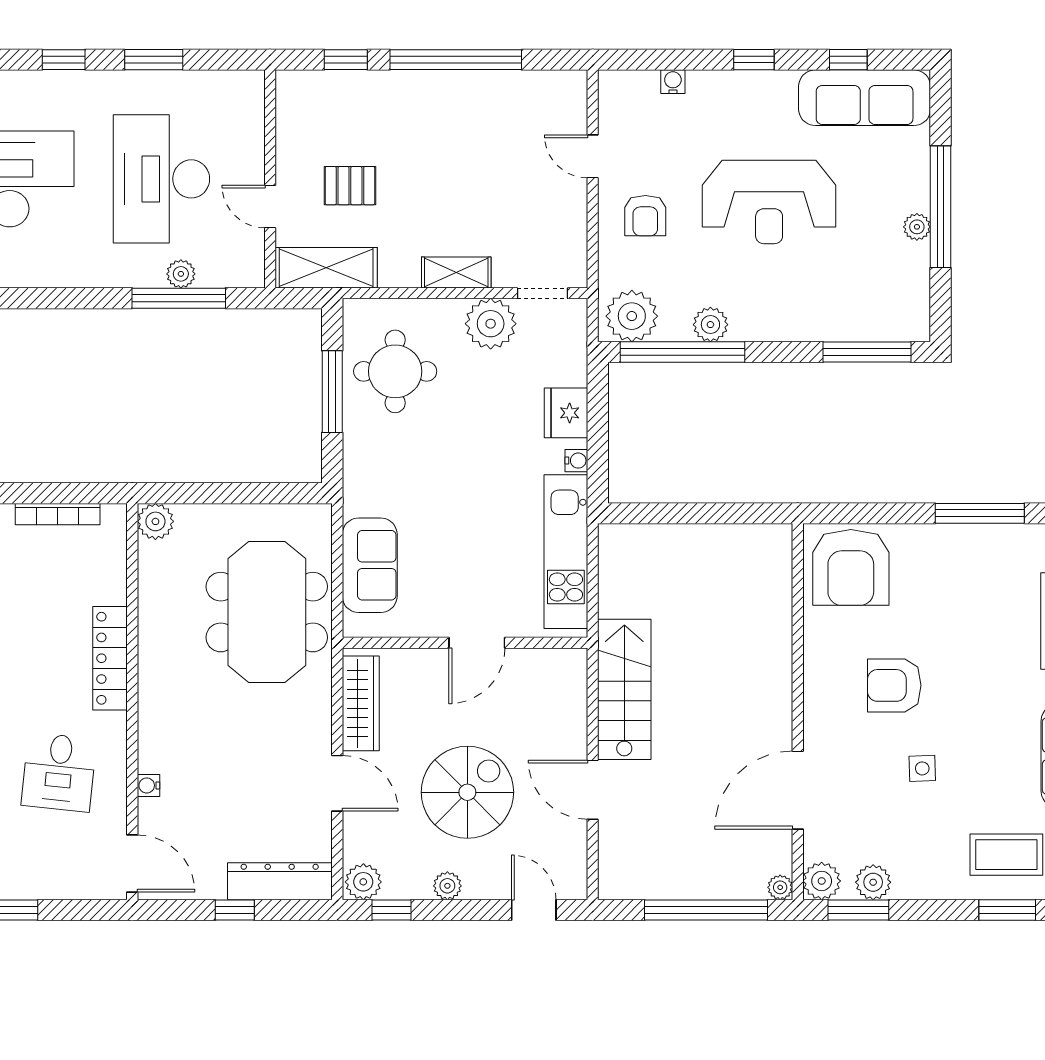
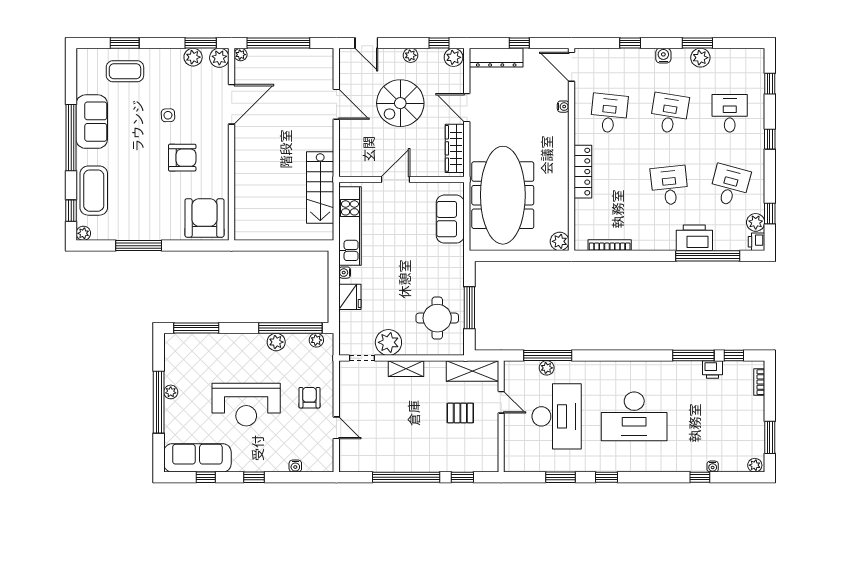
reception desk: (769, 202) -> (246, 405), turned 180
plant: (632, 316) -> (316, 340), width x0.53, depth x0.53
meeting table: (267, 612) -> (503, 195), width x1.36
stairs: (624, 689) -> (320, 188), moved

